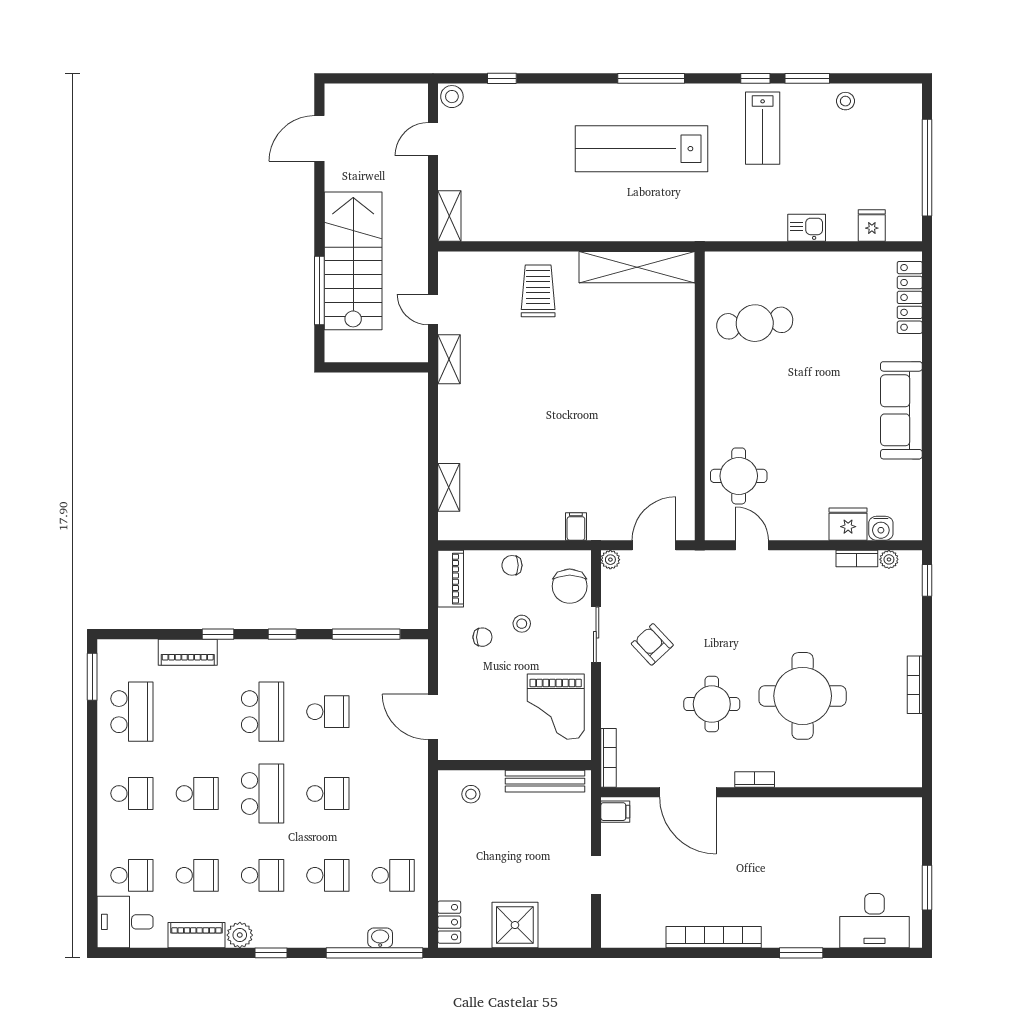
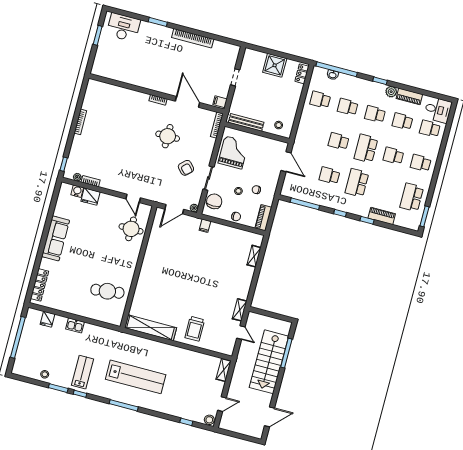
round table: (803, 696) -> (129, 130), removed

